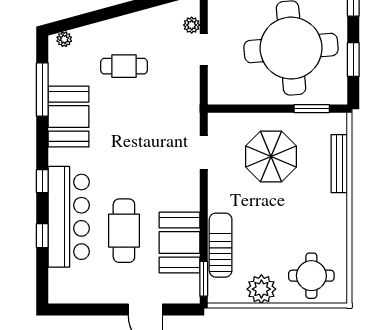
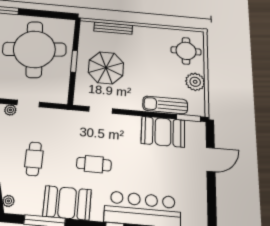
window: (353, 60) -> (46, 14), removed
window: (312, 109) -> (74, 61), moved
cafe table: (124, 231) -> (94, 164), moved, width x0.73, depth x0.74

